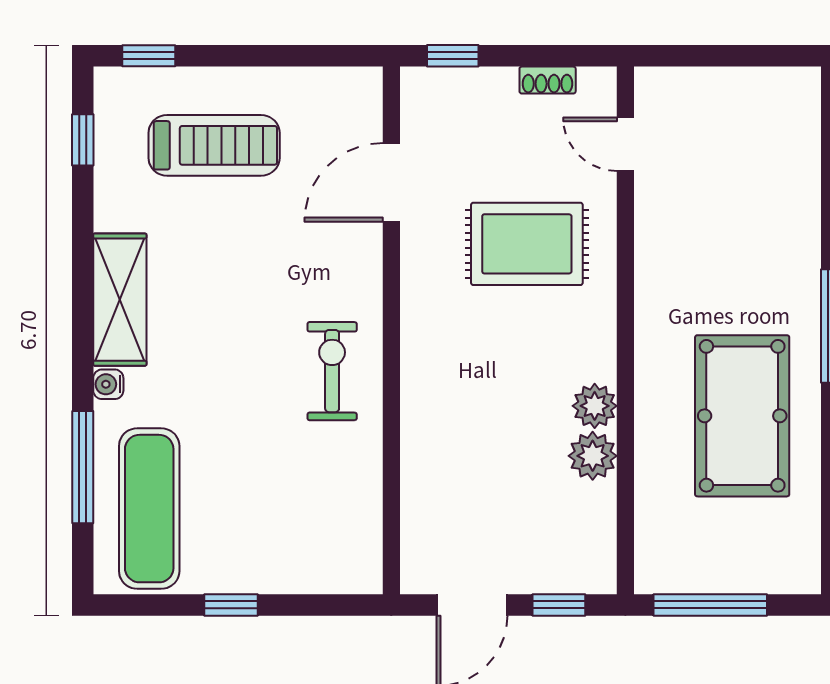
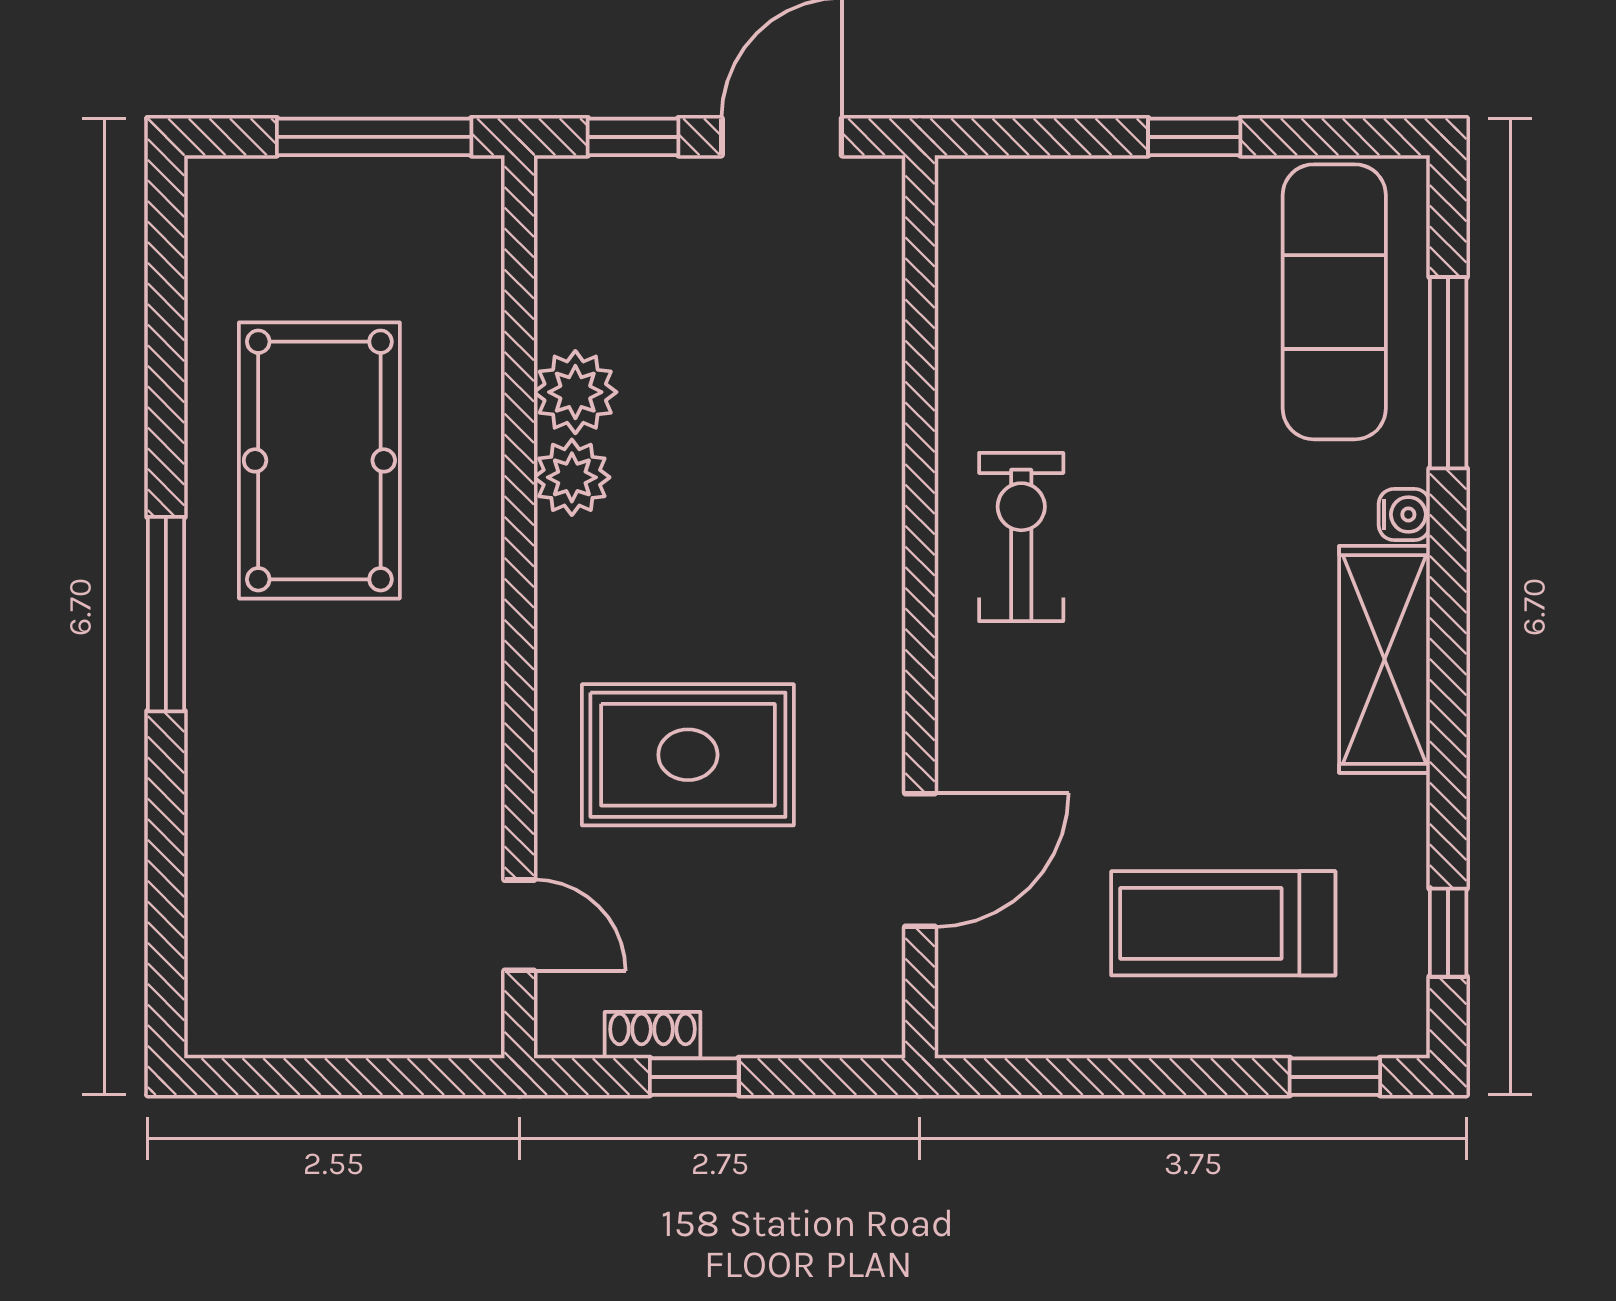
window: (453, 56) -> (694, 1077), moved
exercise bike: (332, 371) -> (1021, 537), turned 180

